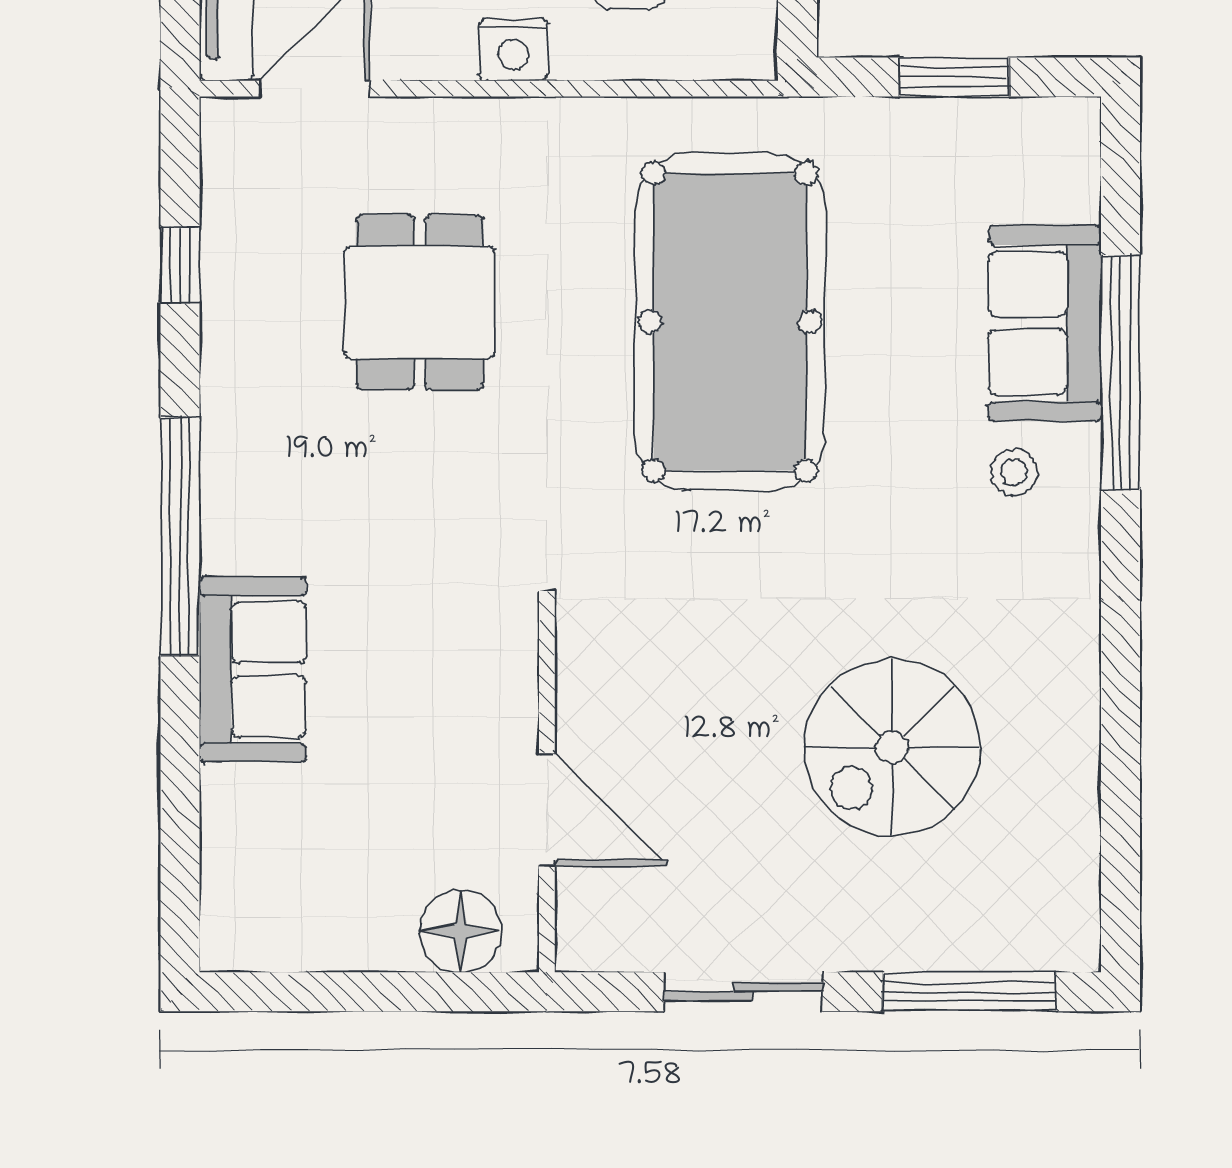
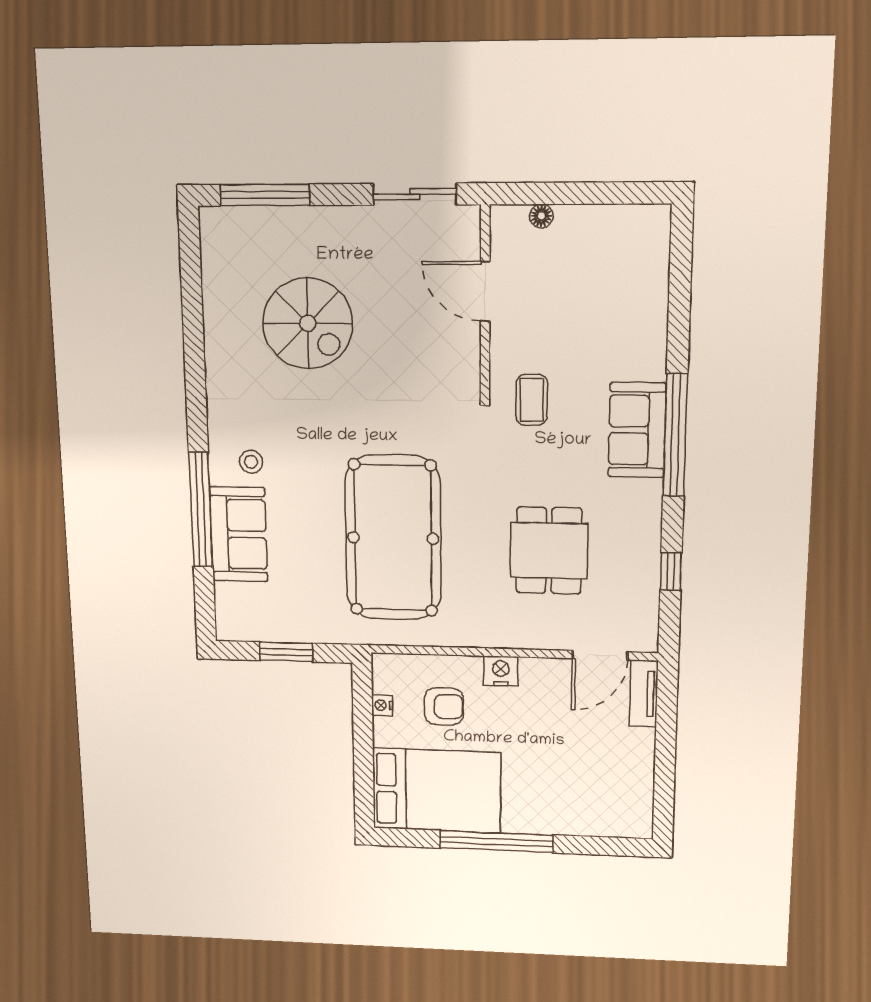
coffee table: (456, 602) -> (532, 400), added
sofa: (253, 669) -> (637, 430), moved
spiral stairs: (892, 748) -> (308, 323), turned 90
floor lamp: (461, 931) -> (541, 216), width x0.53, depth x0.53
sliding door: (743, 992) -> (415, 194), moved

